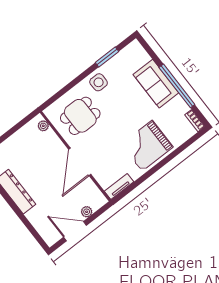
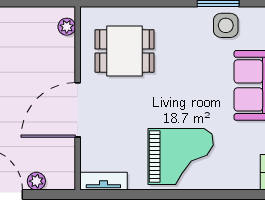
side table: (99, 82) -> (226, 25), moved
grand piano: (147, 146) -> (181, 157), turned 180

